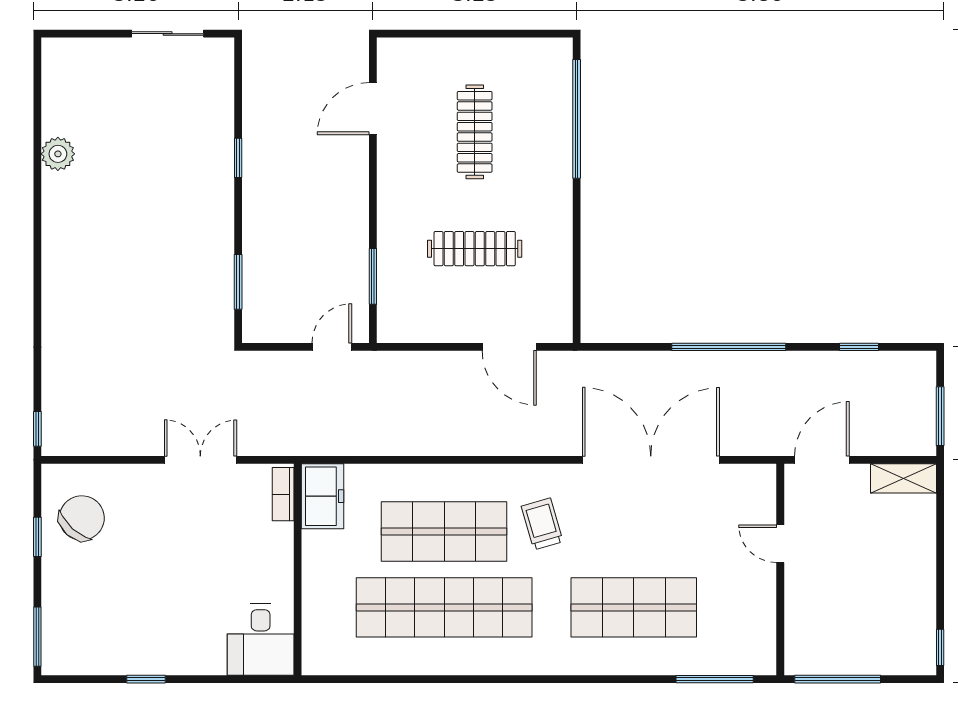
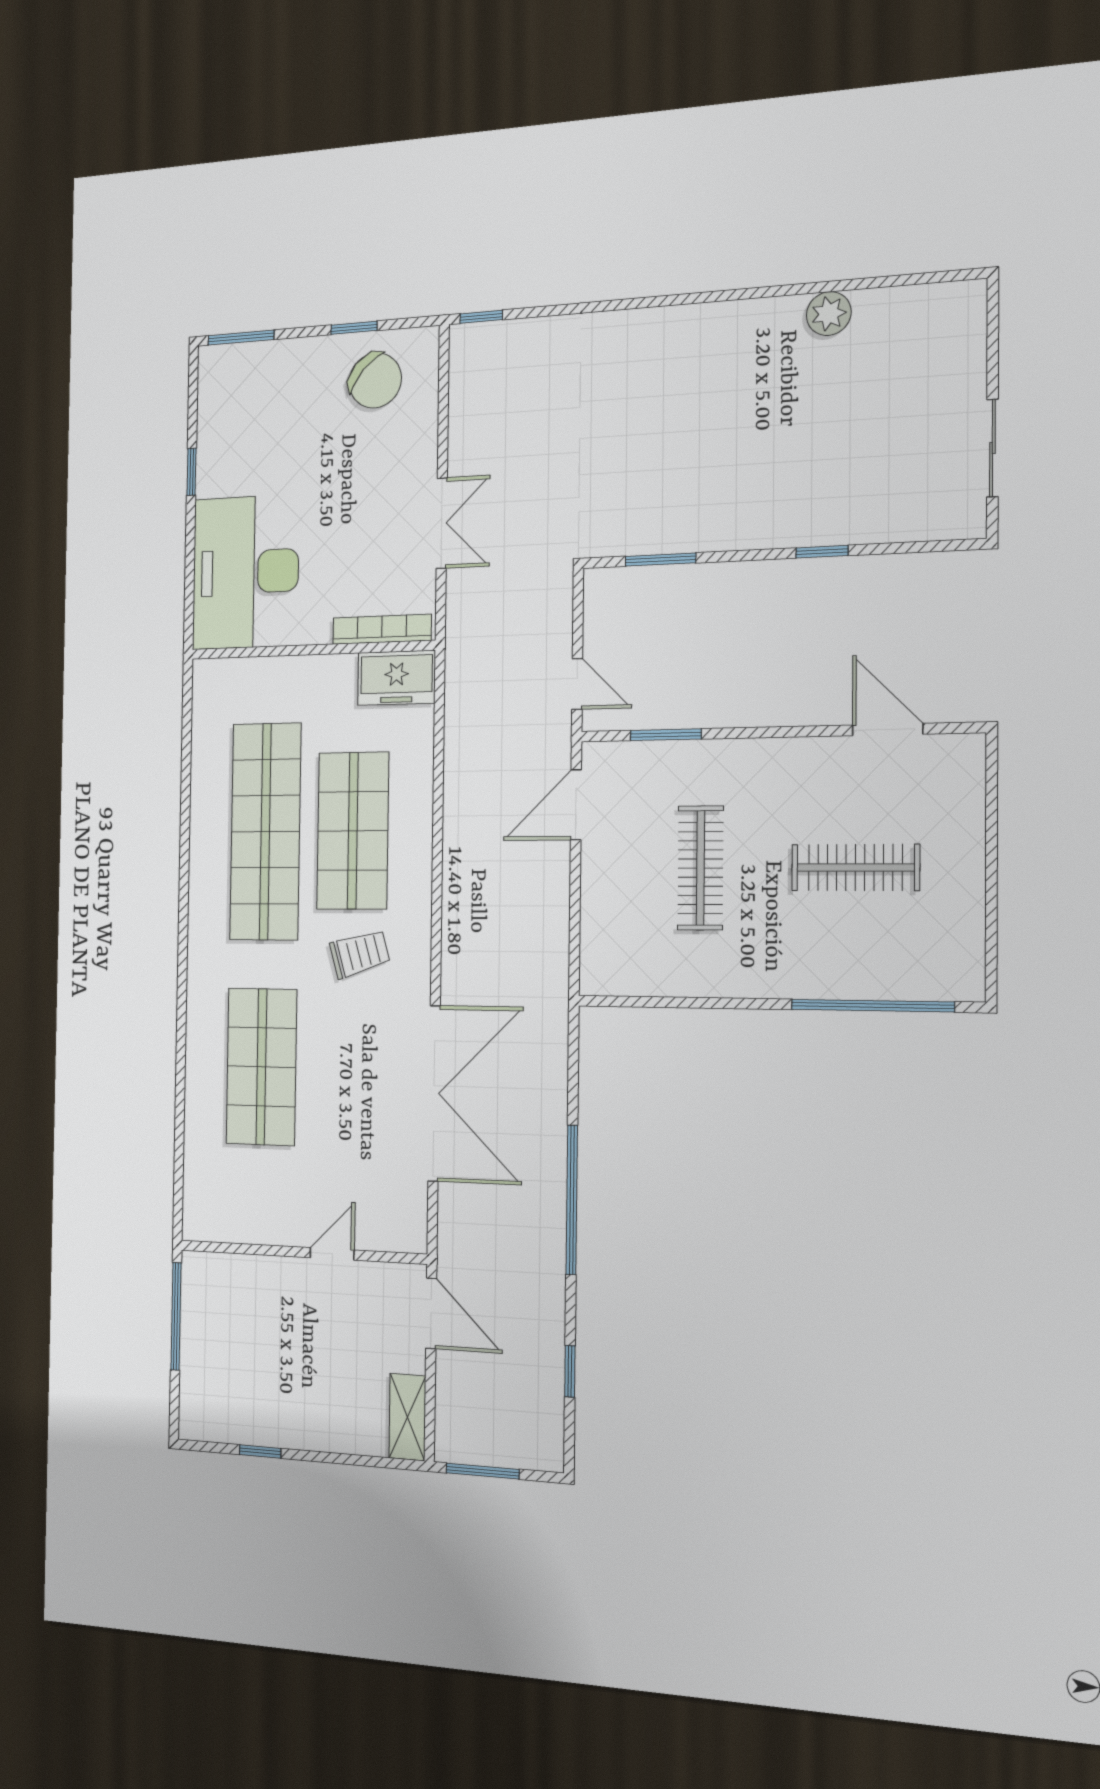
door: (509, 347) -> (576, 805), moved
bookcase: (283, 494) -> (382, 629), width x1.56
desk: (261, 640) -> (246, 572), width x1.87, depth x1.30
window: (940, 647) -> (260, 1451), moved
window: (715, 679) -> (179, 1164), removed

